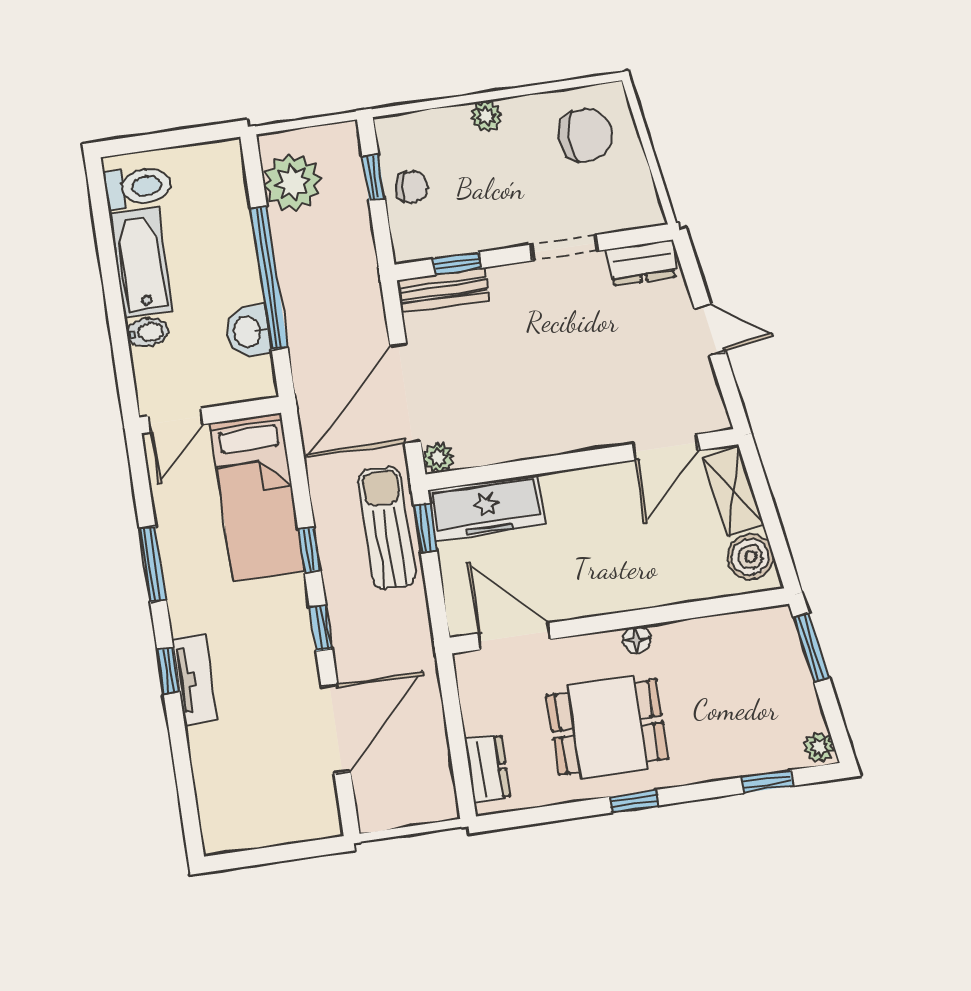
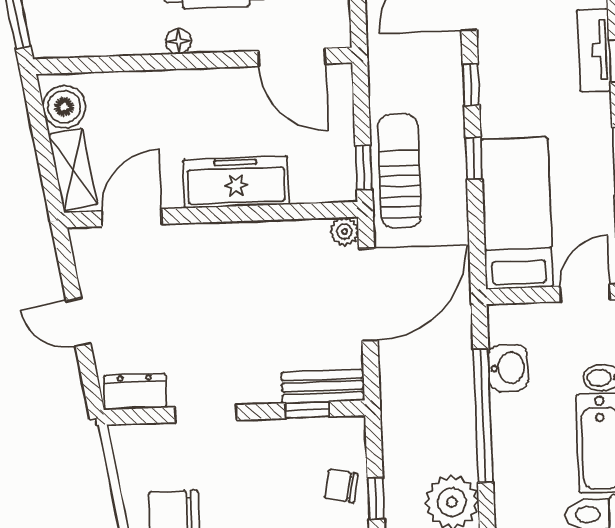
freezer: (487, 508) -> (236, 182), moved
sun lounger: (387, 528) -> (399, 171), turned 180

